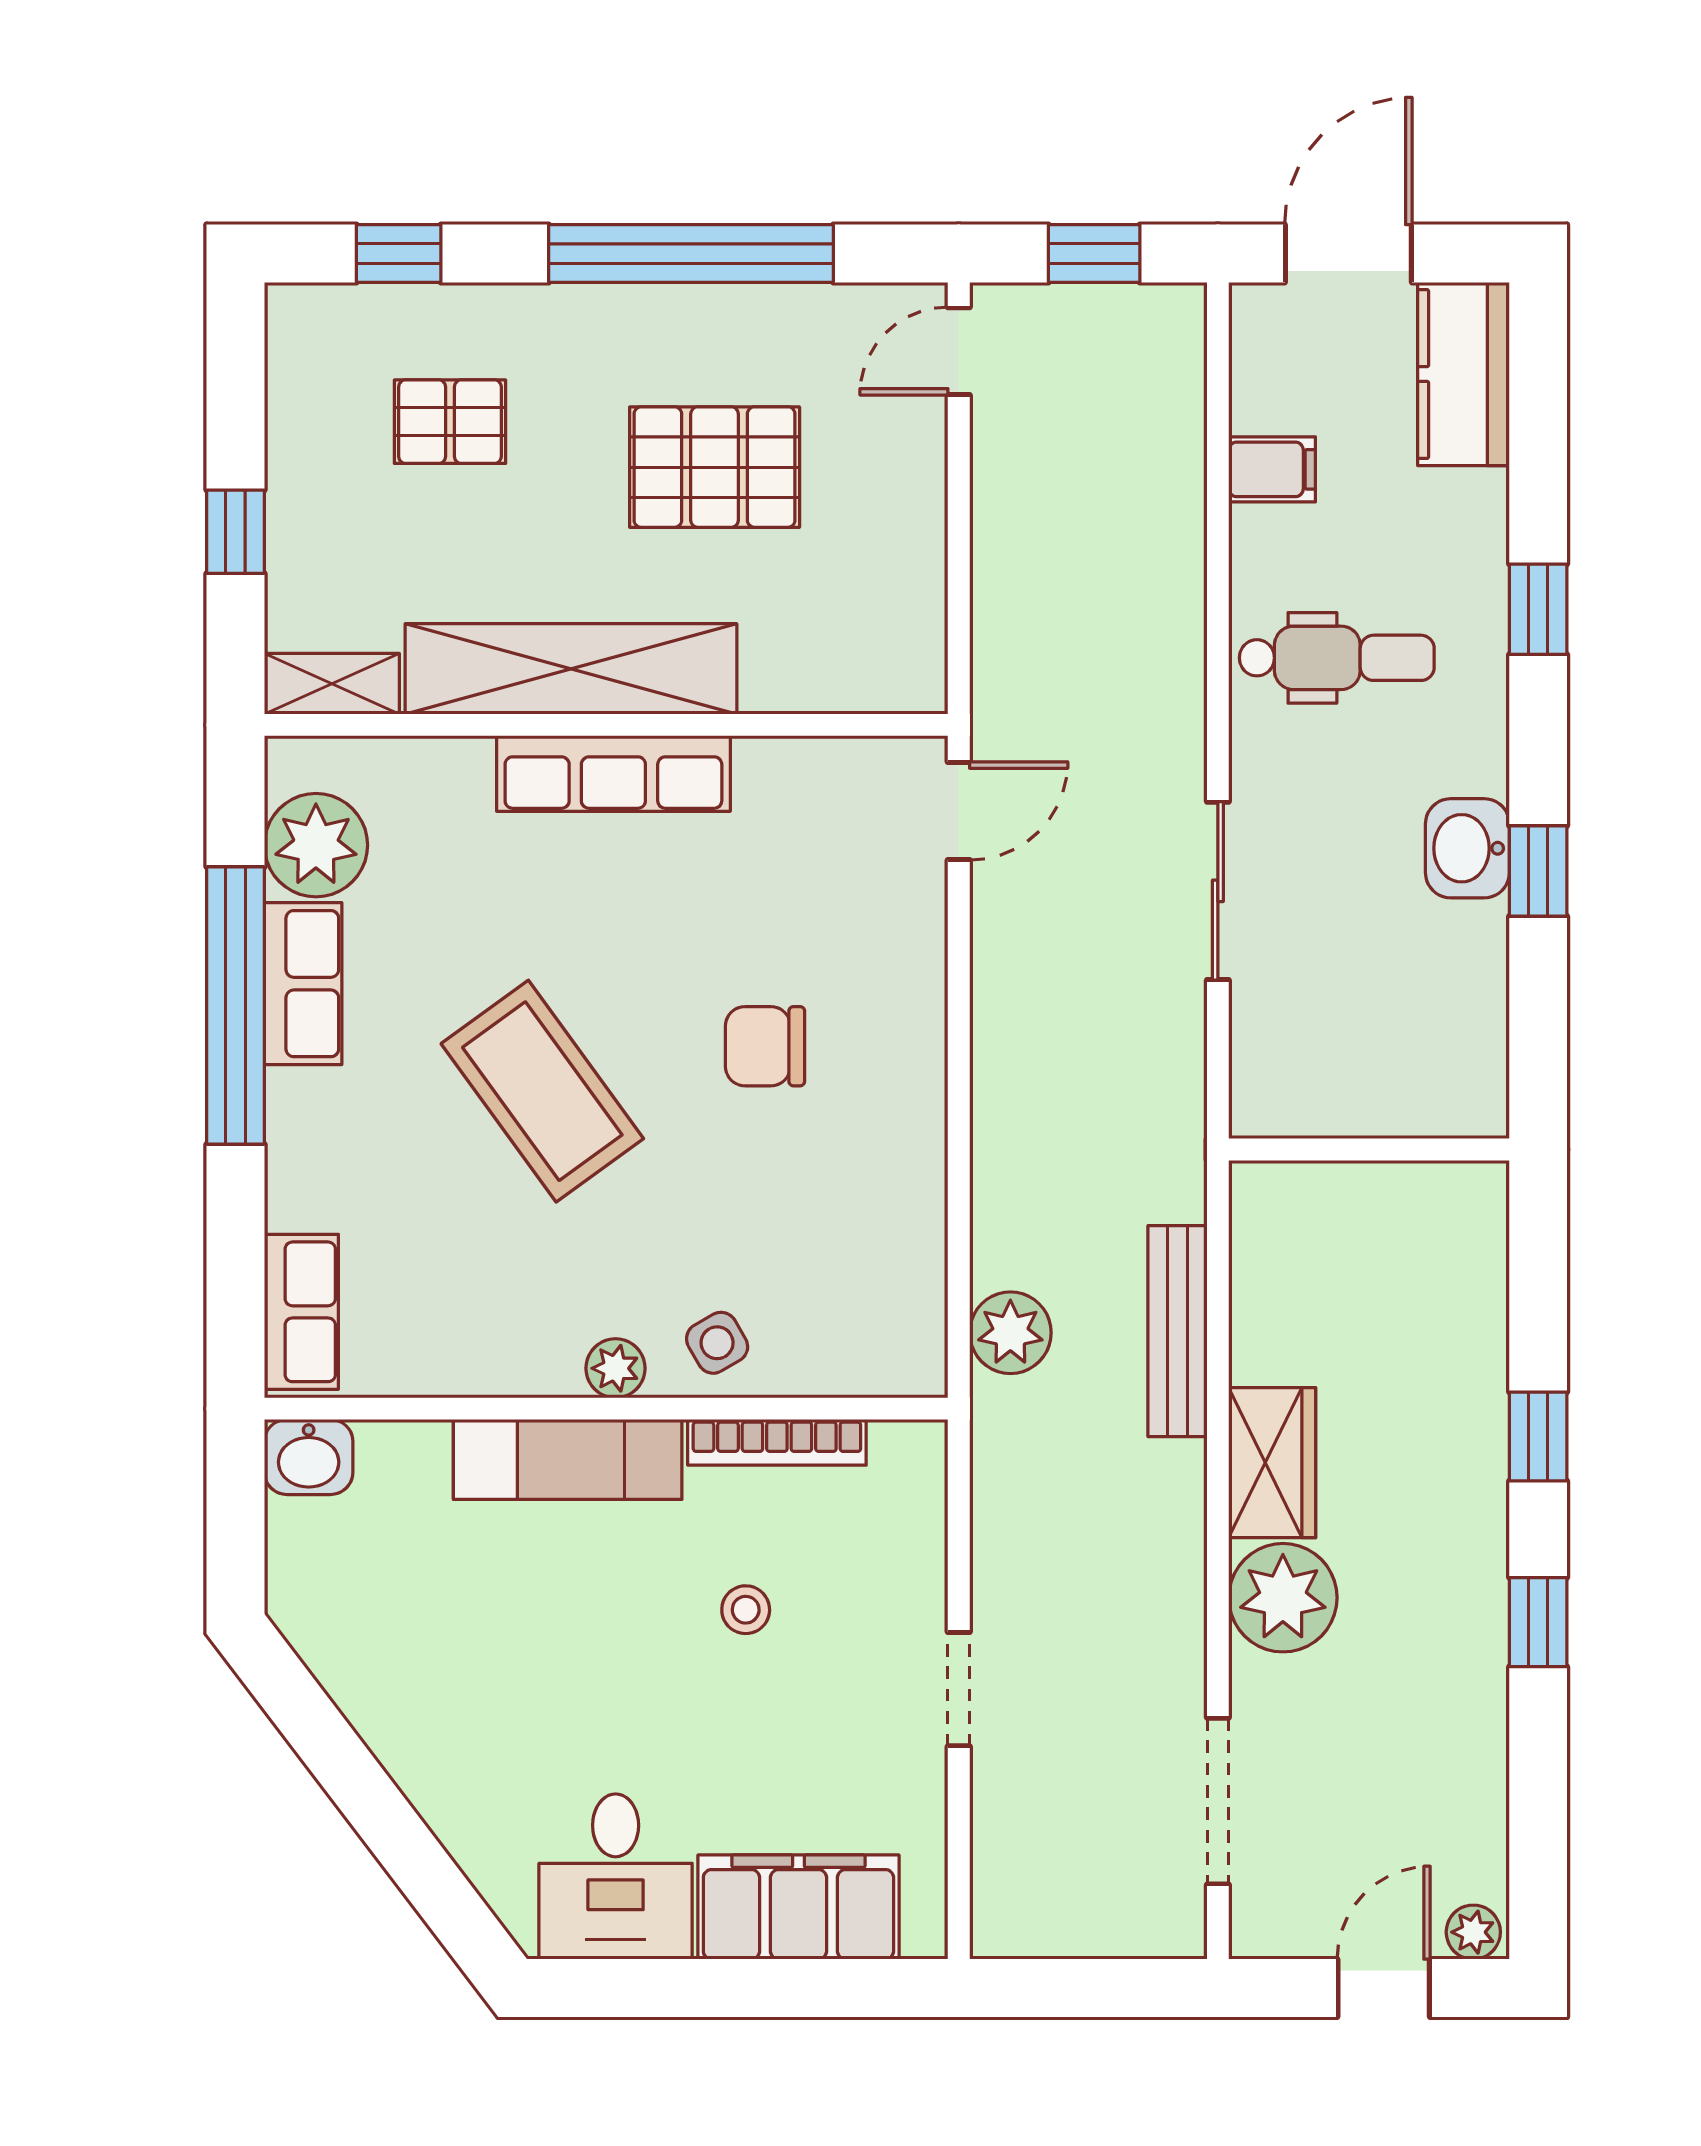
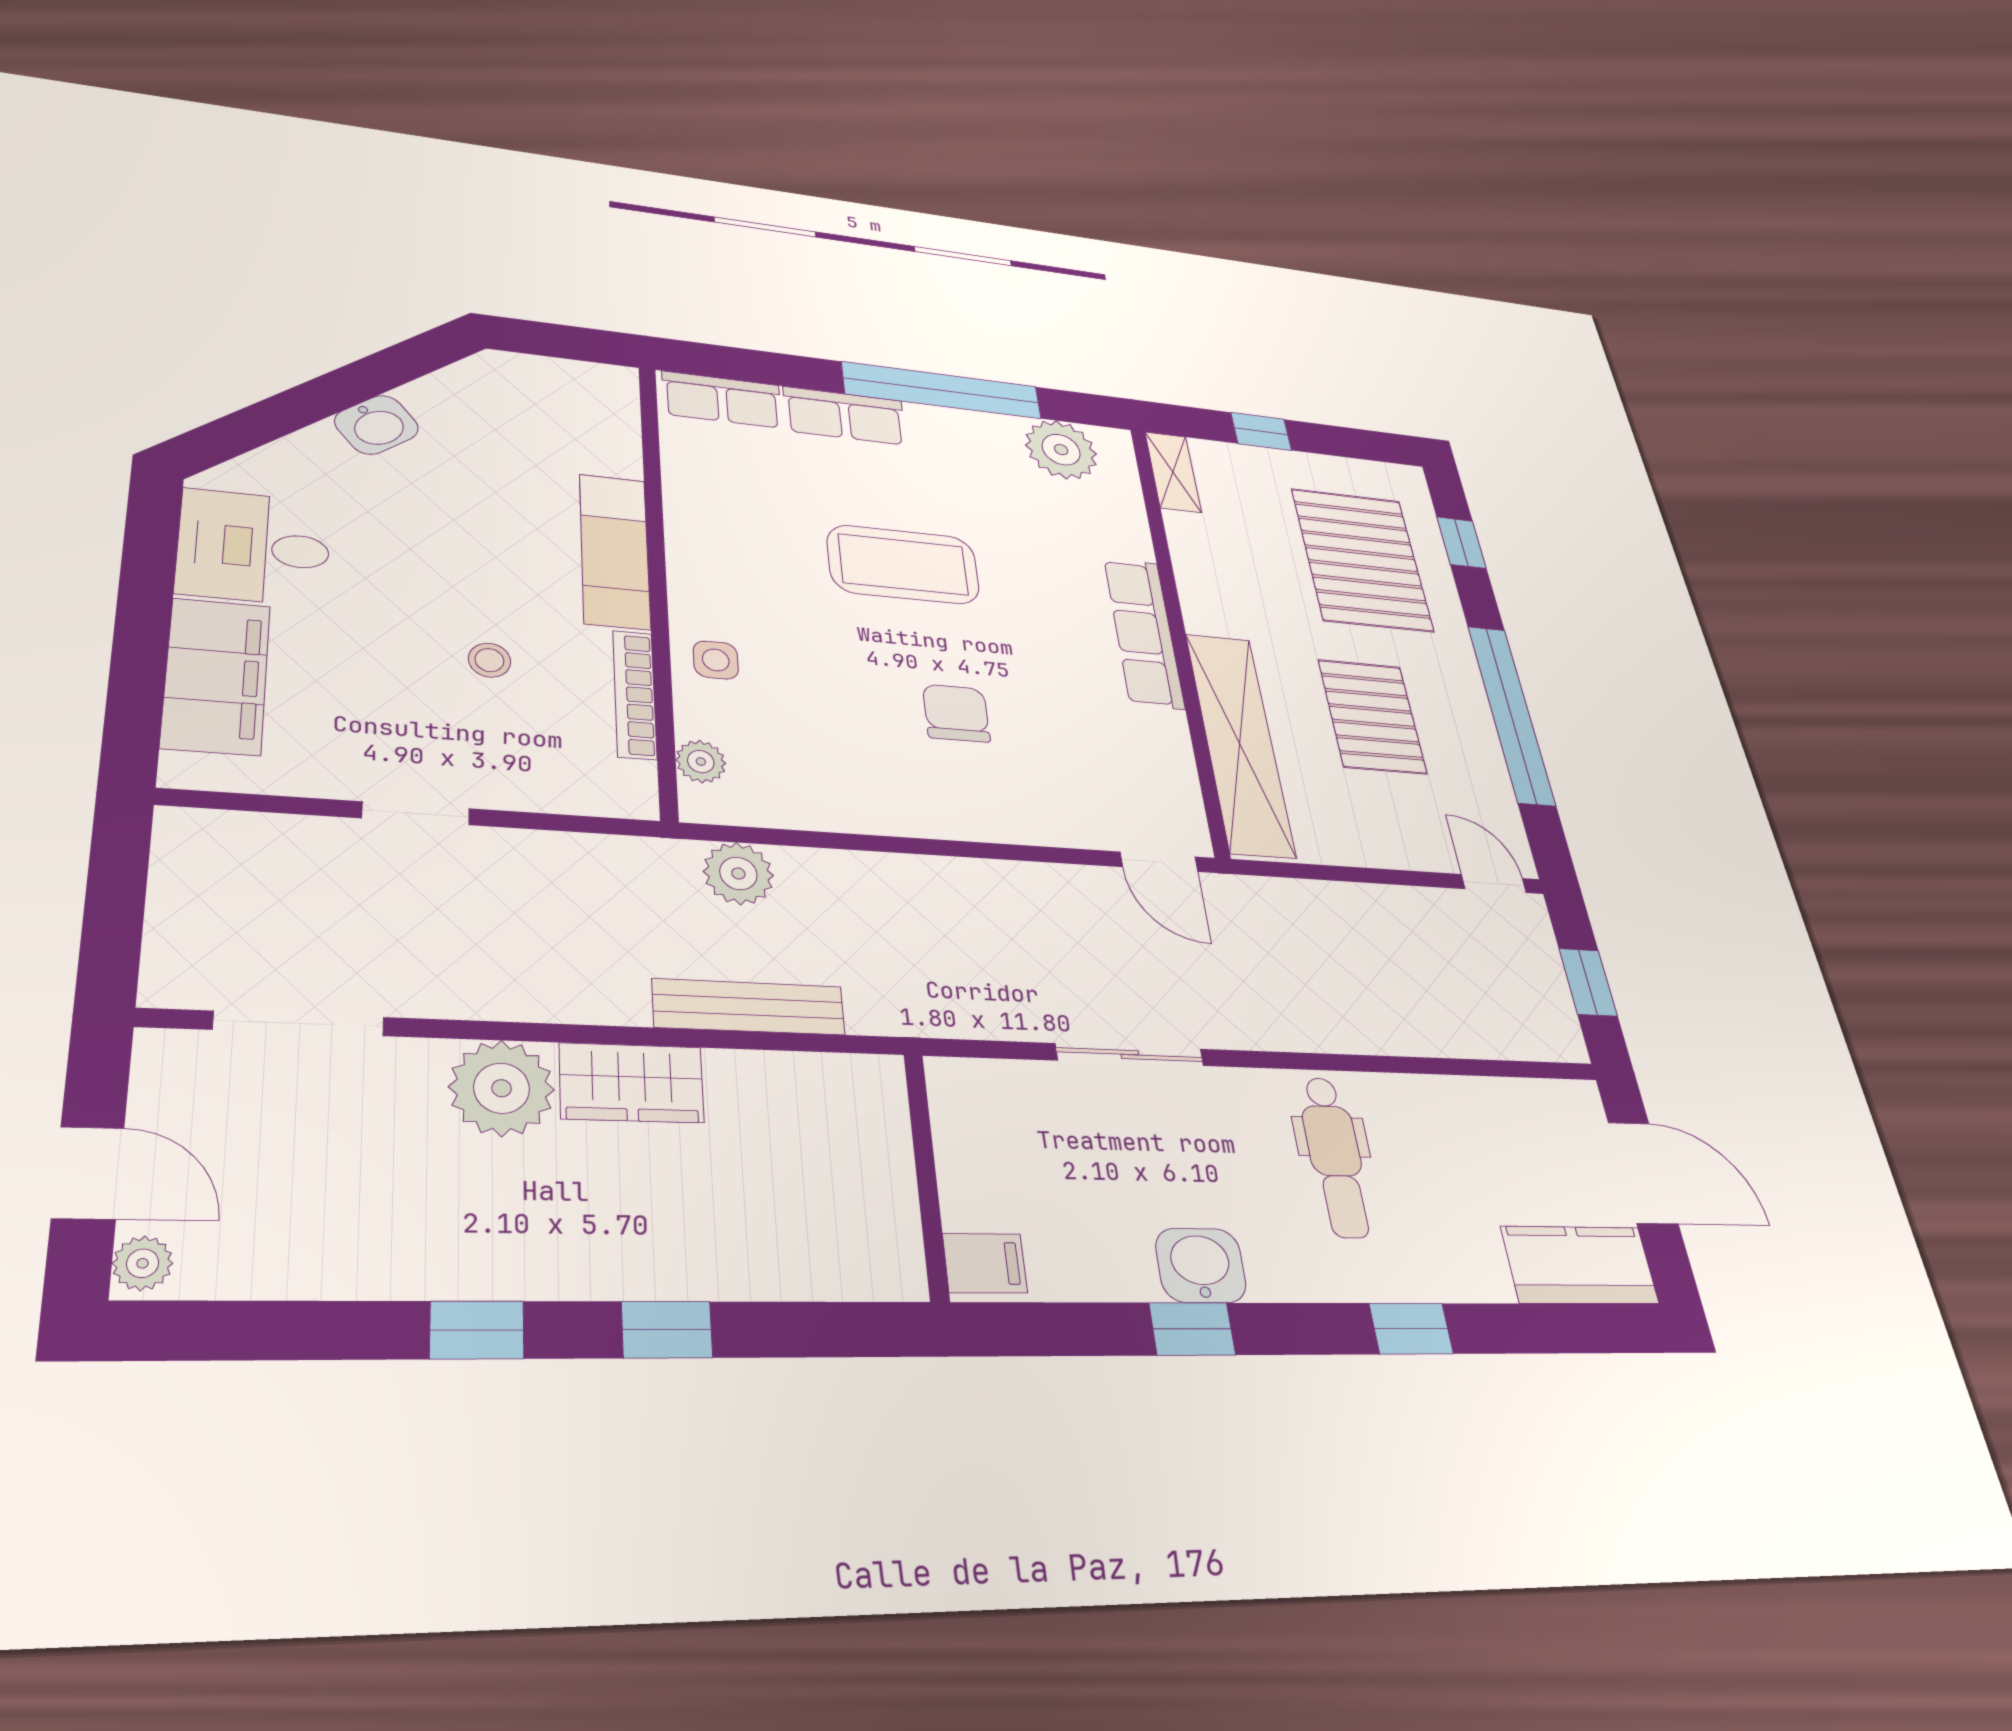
pallet: (450, 422) -> (1362, 560), width x2.05, depth x2.00
filing cabinet: (1272, 469) -> (985, 1263), moved, turned -90
shelving: (571, 669) -> (1240, 744), moved
row of seats: (303, 984) -> (845, 416), moved
coffee table: (542, 1091) -> (903, 565), turned 36
side table: (717, 1343) -> (716, 660), turned 30
plant: (616, 1368) -> (701, 762), moved
washbasin: (309, 1457) -> (376, 425), moved, turned -127

